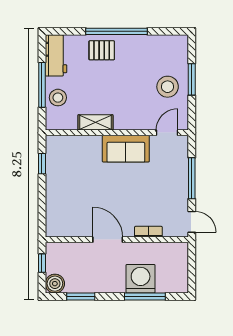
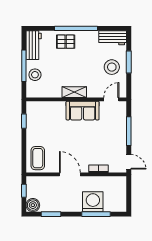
workbench: (169, 45) -> (113, 38), added
shelving: (95, 122) -> (74, 92), moved
coffee table: (62, 217) -> (38, 158), added

